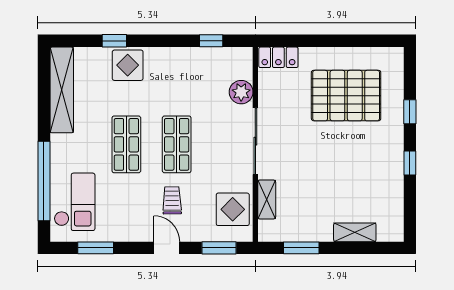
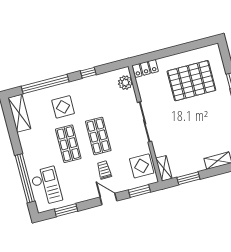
window: (114, 41) -> (45, 84), width x3.17
window: (211, 41) -> (88, 73), moved
display table: (128, 65) -> (63, 107), moved
shelving: (62, 90) -> (19, 113), width x0.68
plant: (241, 92) -> (125, 83), moved
shelving: (267, 199) -> (164, 168), moved

